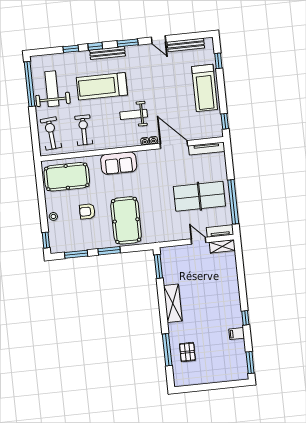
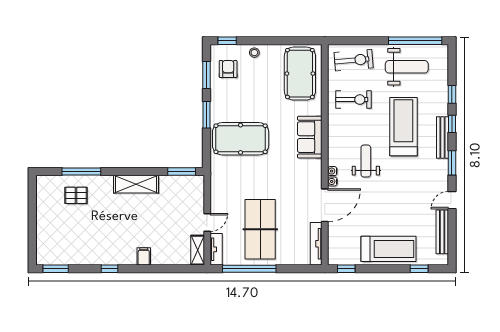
treadmill: (205, 88) -> (389, 249), turned 180
armchair: (87, 211) -> (228, 69), moved
filing cabinet: (237, 334) -> (144, 256), moved

